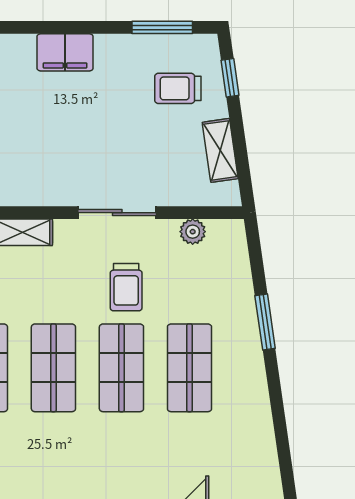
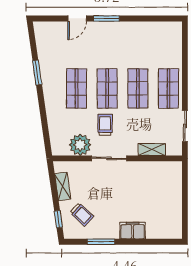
window: (162, 27) -> (101, 242), moved
trolley: (178, 88) -> (82, 214), turned 43
plant: (193, 232) -> (80, 145), width x1.87, depth x1.87
window: (265, 322) -> (37, 73), moved

